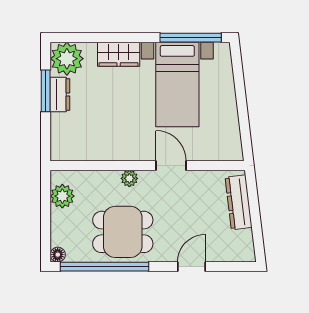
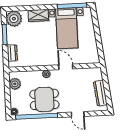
dresser: (60, 94) -> (12, 53), moved
dresser: (239, 202) -> (100, 93), moved
door: (191, 267) -> (78, 114), swing flipped

